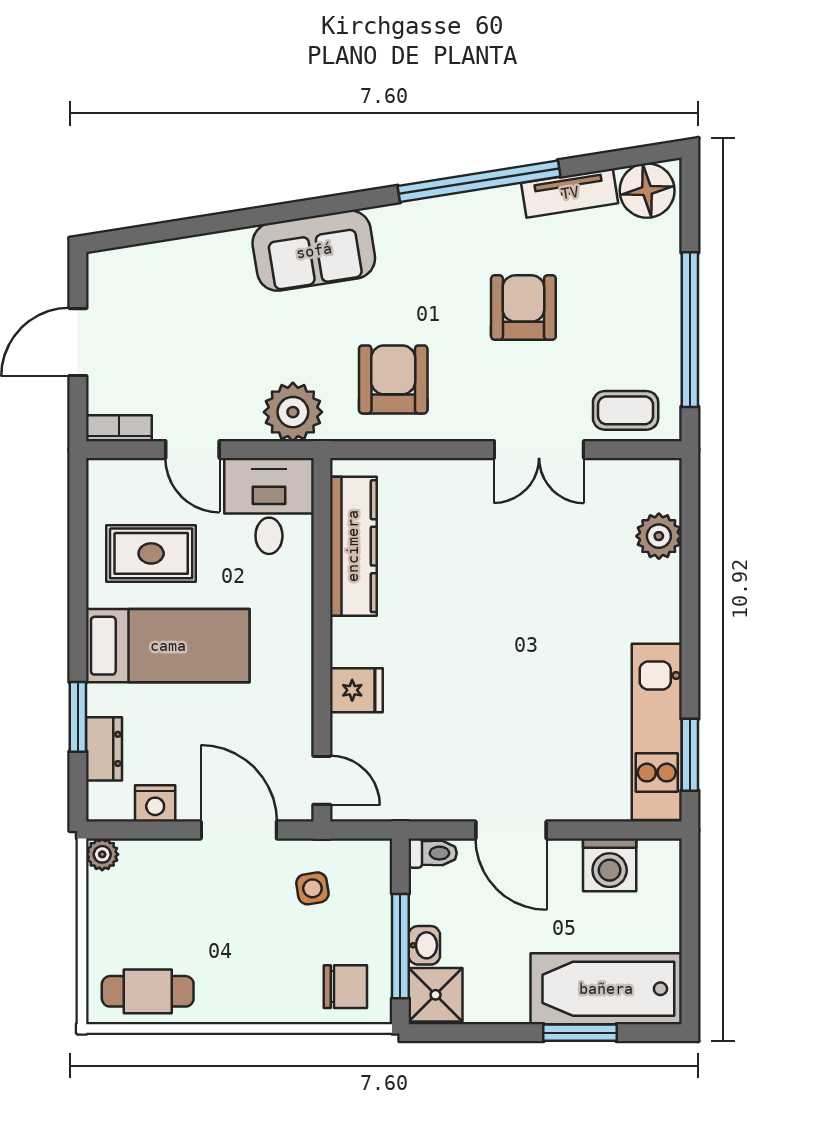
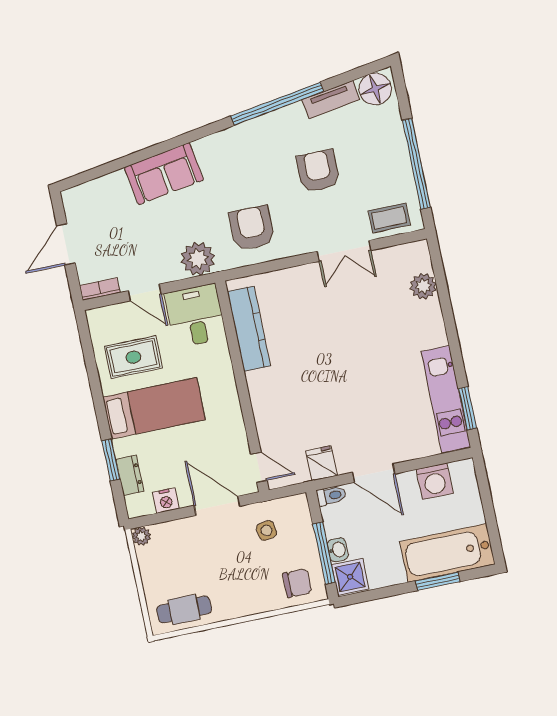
sofa: (314, 251) -> (164, 174), moved
fridge: (356, 690) -> (322, 463), moved, turned -90

